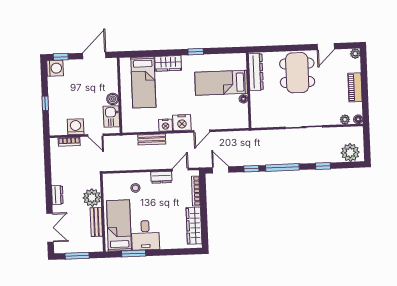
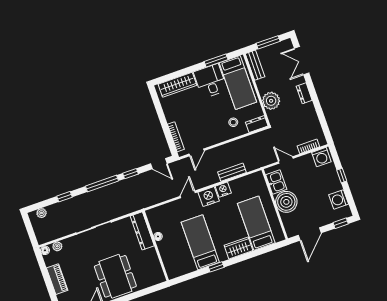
washing machine: (55, 68) -> (339, 199), moved
dresser: (256, 72) -> (142, 231), moved
bed: (221, 83) -> (200, 242), moved, turned -90
boiler: (113, 99) -> (286, 202), width x1.86, depth x1.86
washing machine: (76, 127) -> (321, 157), moved
plant: (350, 153) -> (42, 213), width x0.53, depth x0.53
dresser: (161, 177) -> (257, 124), moved
bench: (96, 222) -> (255, 65), moved
wardrobe: (194, 226) -> (177, 85), moved, turned 90

